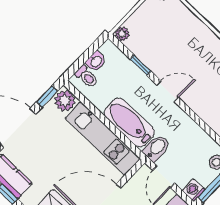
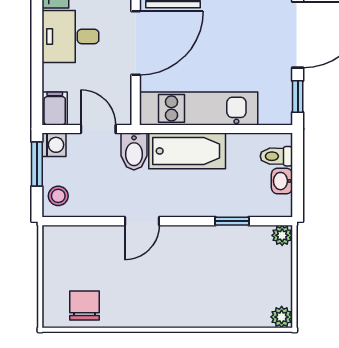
door: (168, 91) -> (142, 221), moved
plant: (65, 101) -> (275, 110), removed

